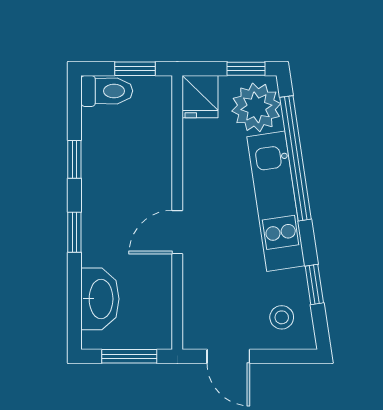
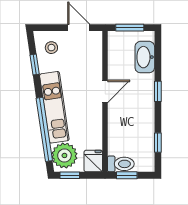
toilet: (107, 91) -> (121, 164), moved, turned 180
window: (74, 159) -> (158, 143), moved

